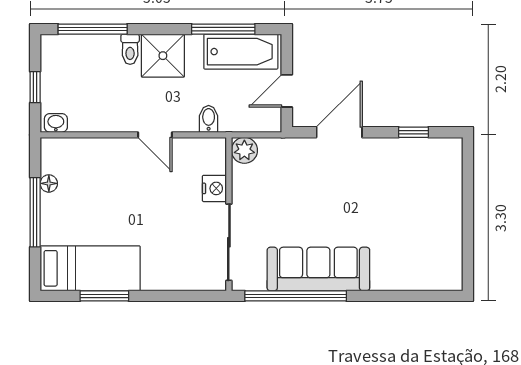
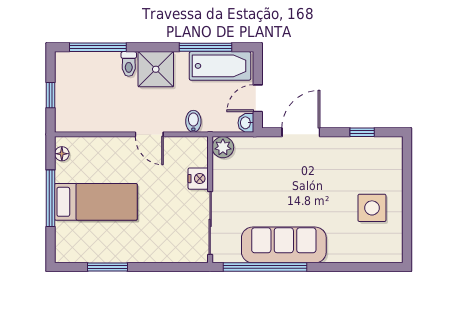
washbasin: (56, 123) -> (246, 123), moved, turned -90
floor lamp: (49, 183) -> (62, 154), moved
side table: (425, 224) -> (372, 208), added
bed: (90, 268) -> (96, 202), moved

